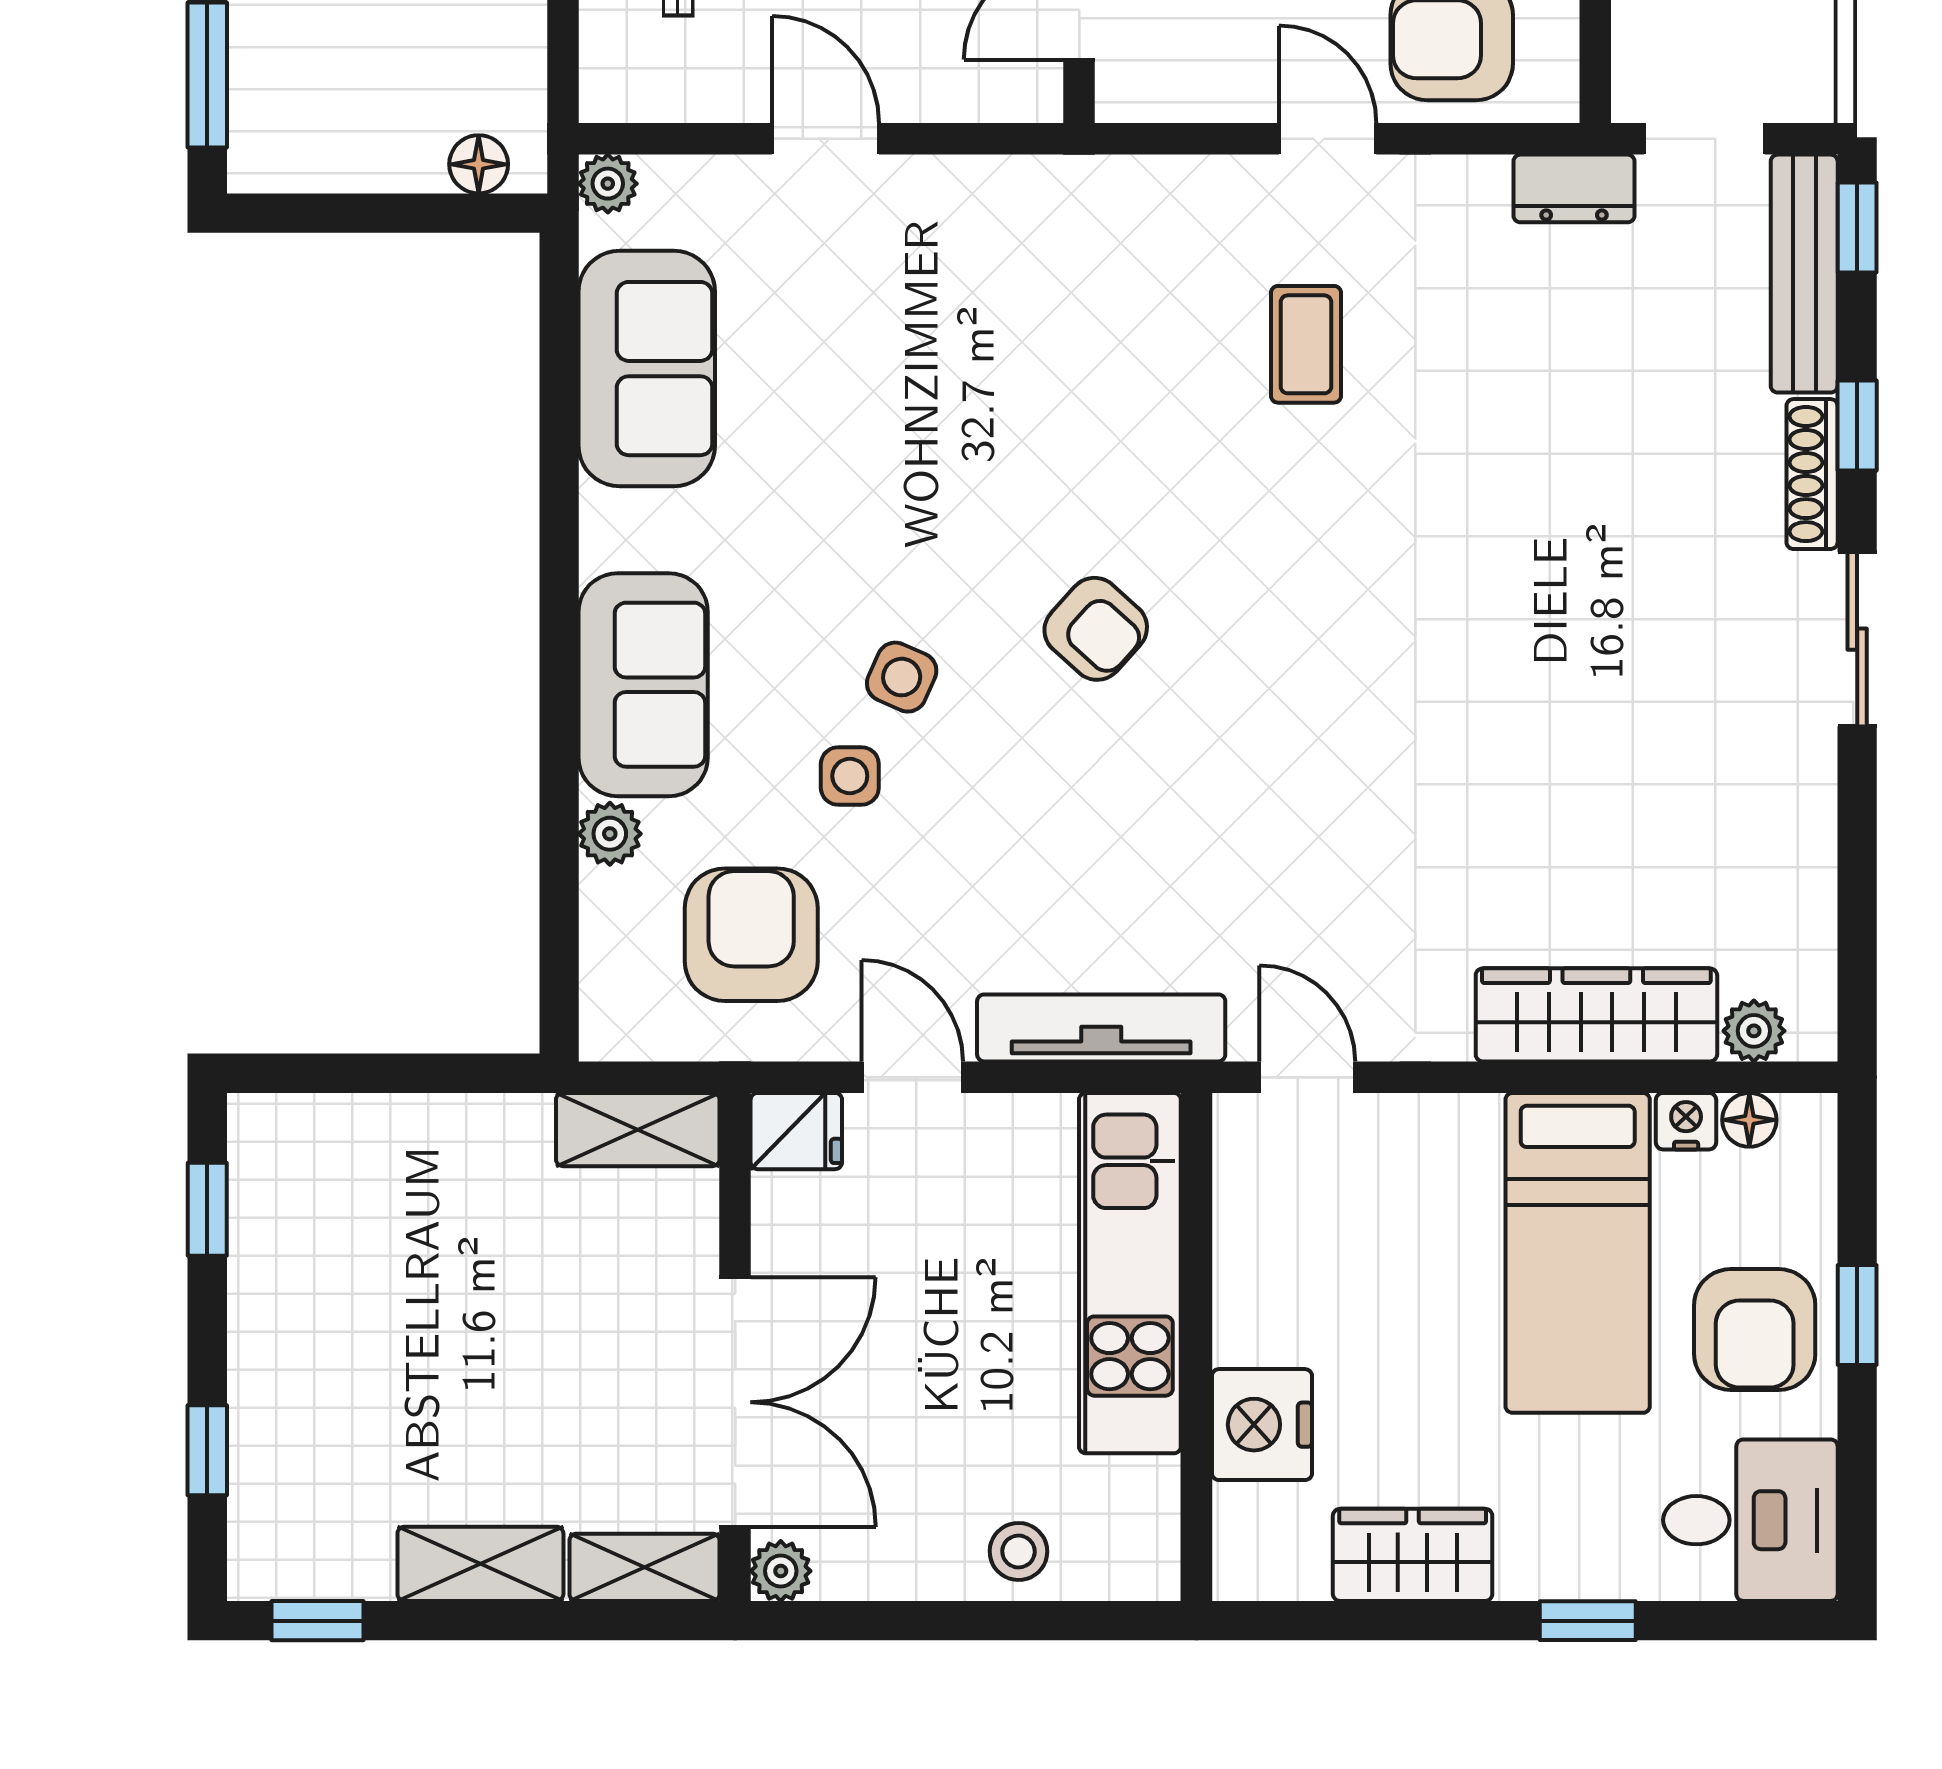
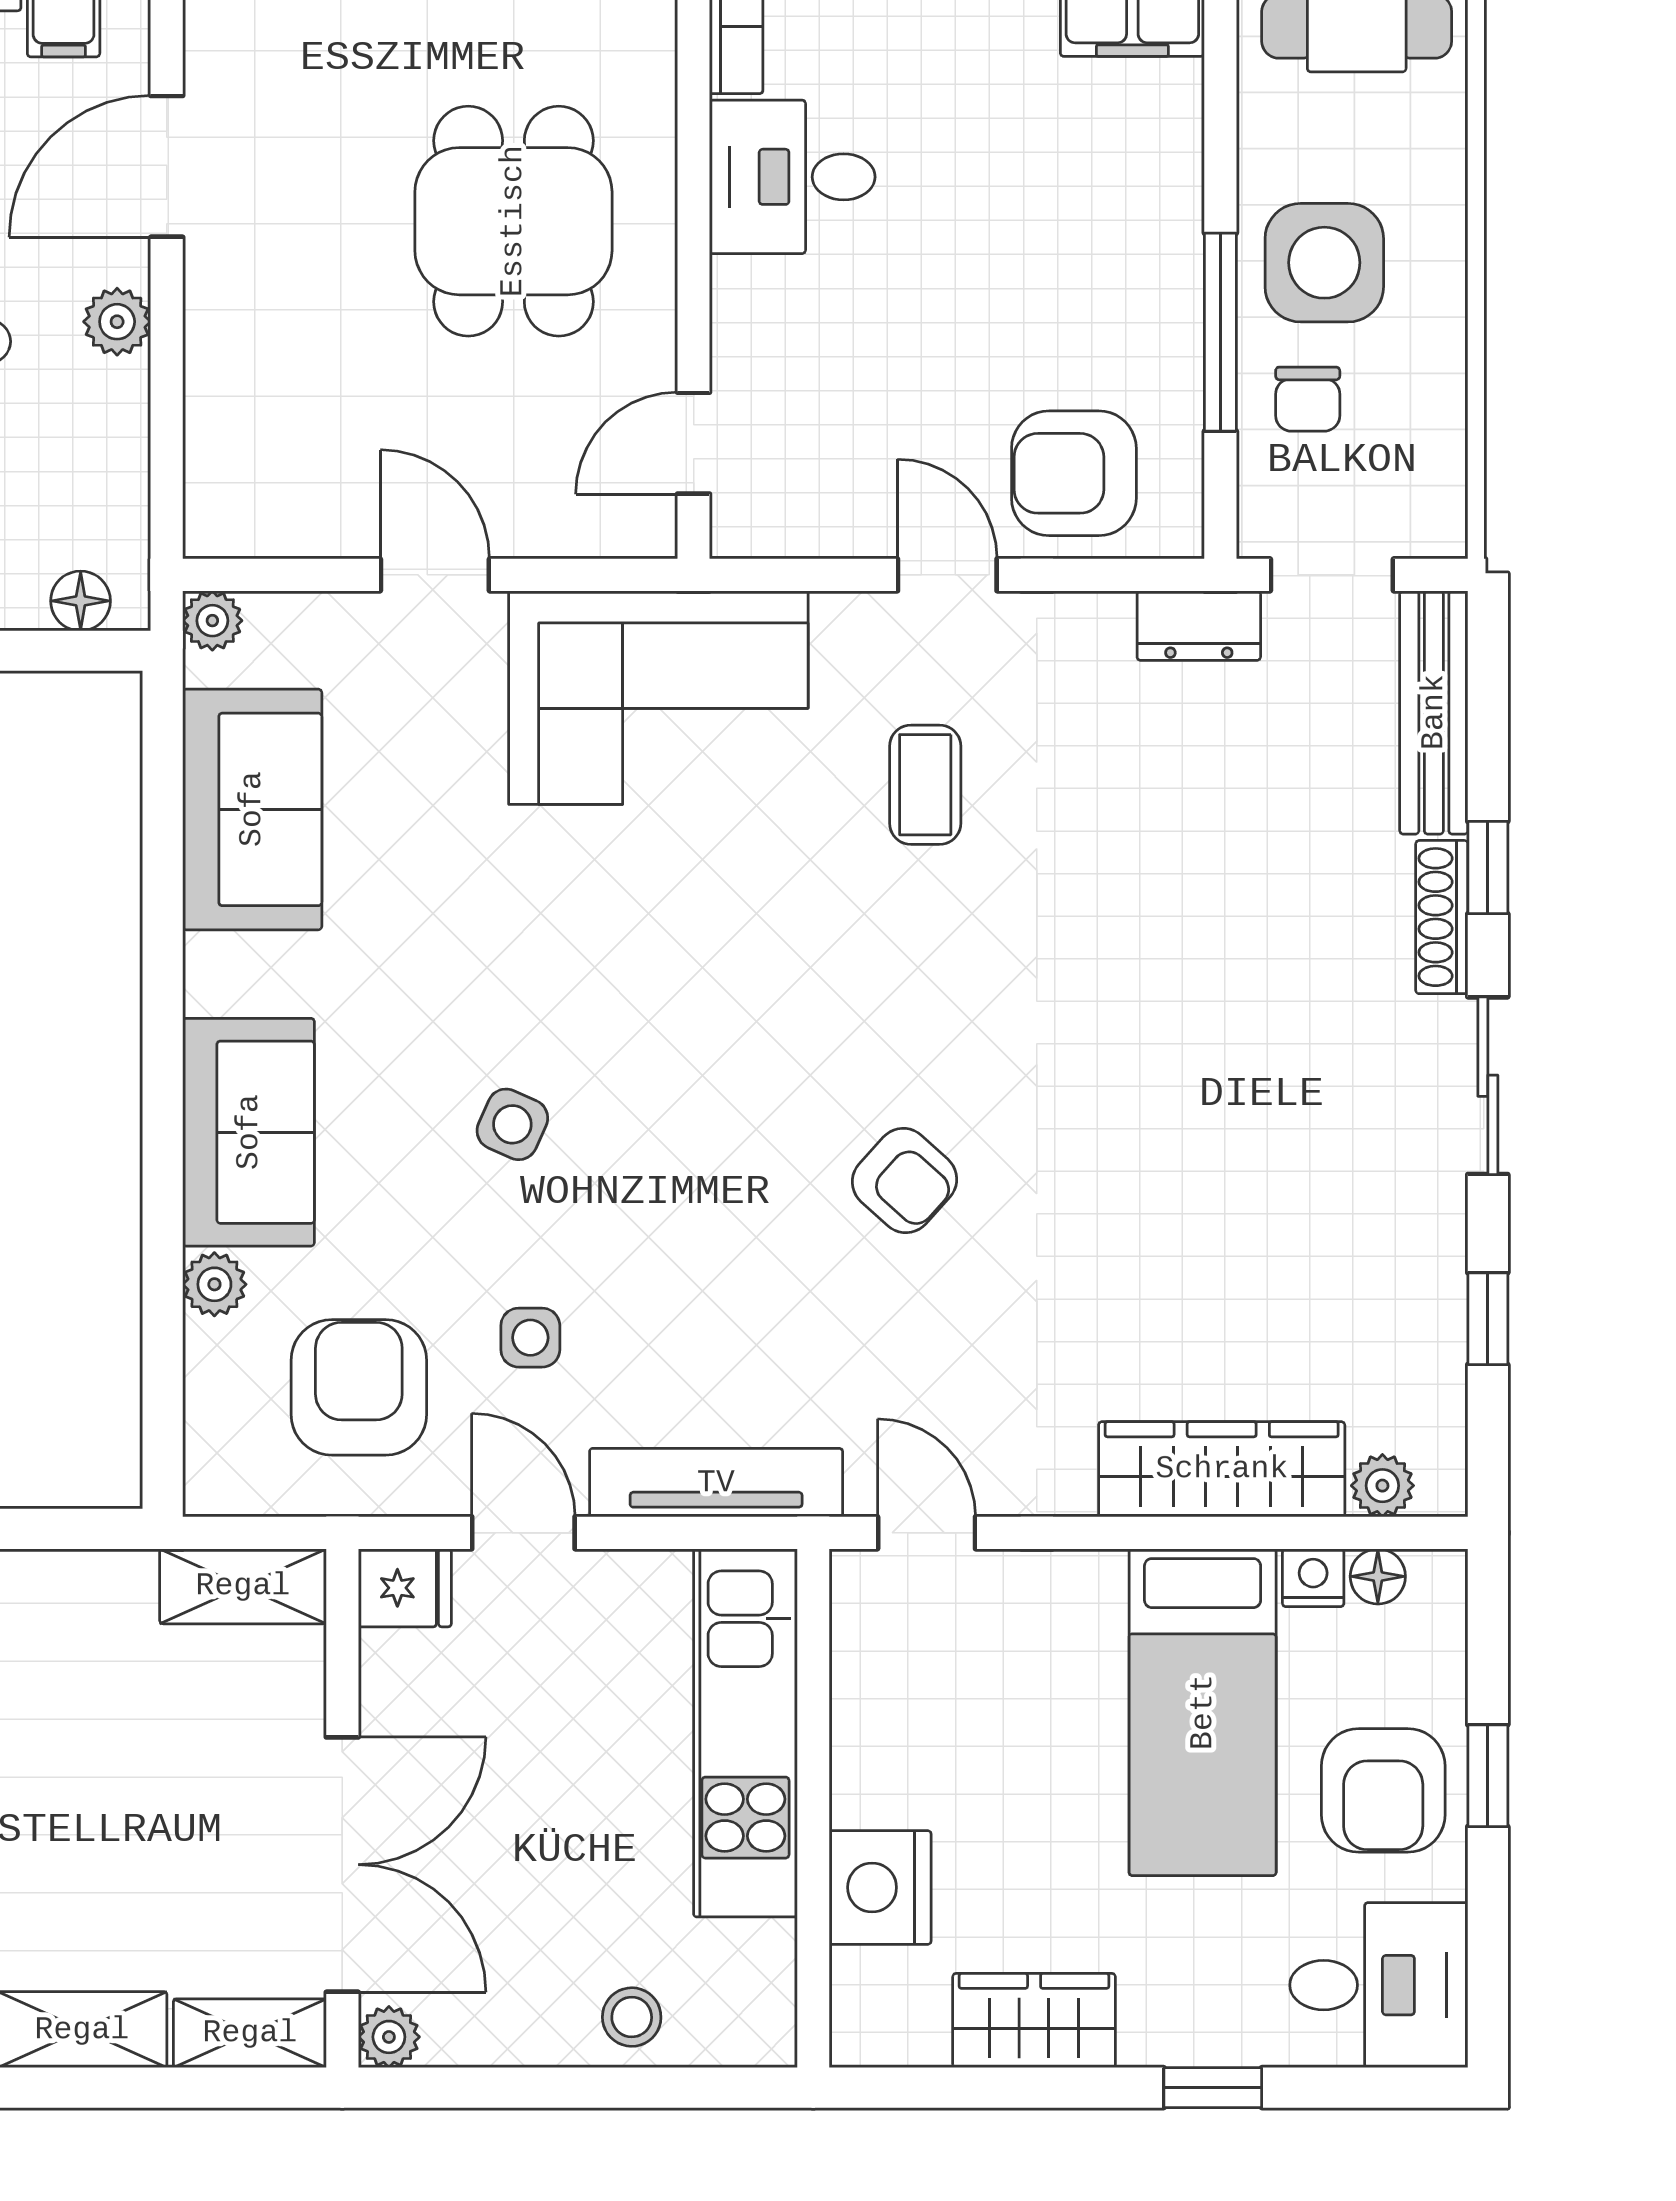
window: (1857, 227) -> (1488, 1319), moved
corner sofa: (1045, 259) -> (658, 698), added
armchair: (1096, 629) -> (905, 1181), moved
side table: (850, 776) -> (530, 1338), moved

